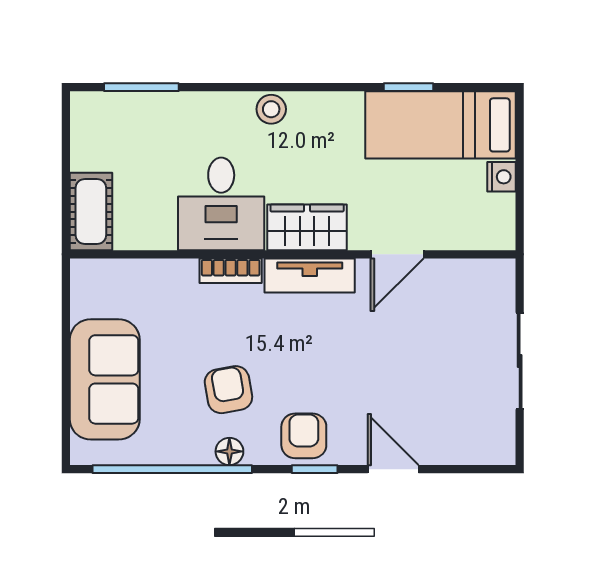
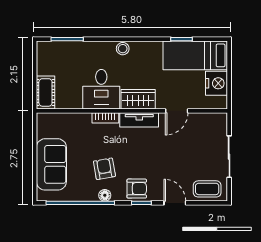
nightstand: (501, 177) -> (217, 83), width x1.89, depth x1.79
armchair: (304, 436) -> (137, 189), turned 90
coffee table: (468, 437) -> (207, 189), added

